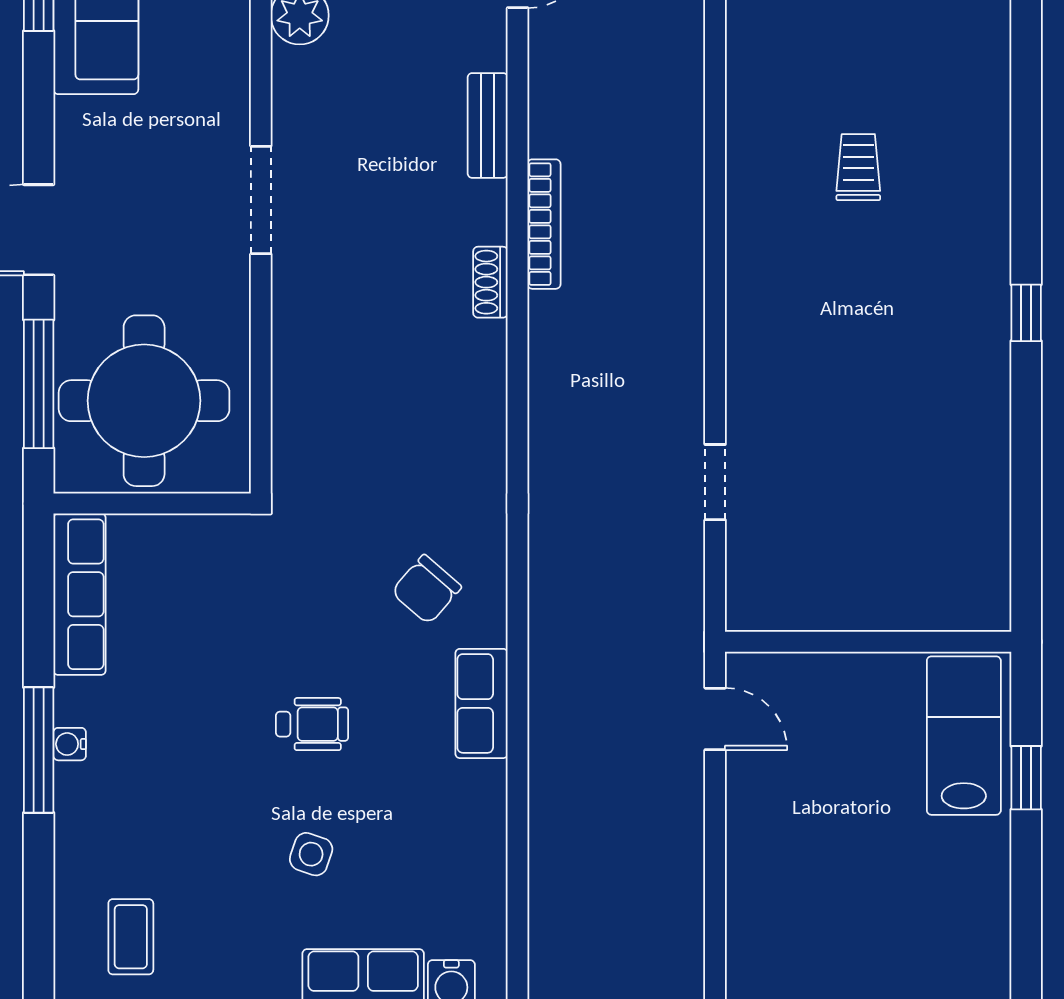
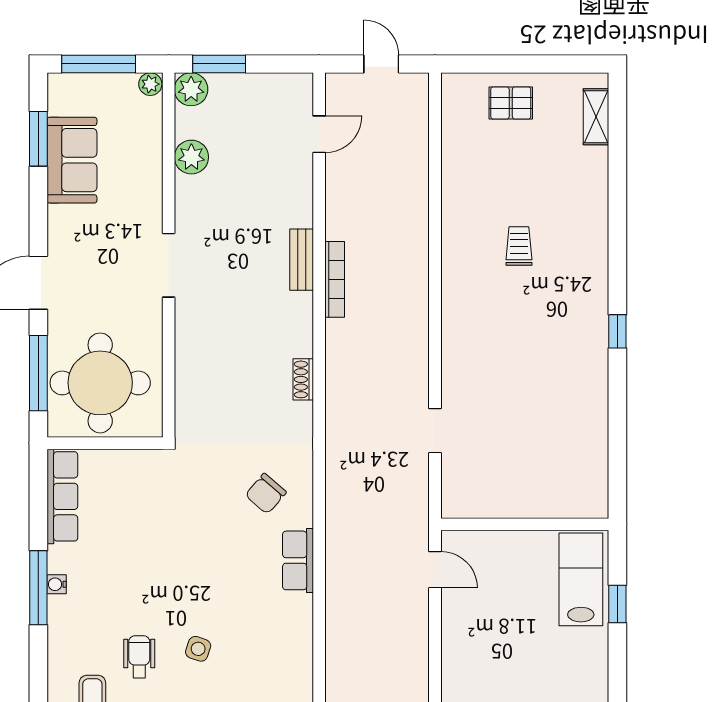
bench: (488, 125) -> (302, 260), moved
shoe rack: (490, 282) -> (303, 379), moved
wheelchair: (312, 724) -> (139, 657), moved, turned -90

